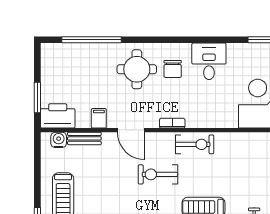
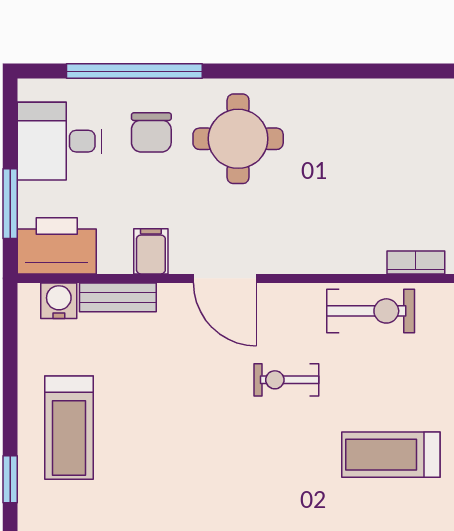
desk: (209, 61) -> (59, 141), moved, turned -90
chair: (173, 69) -> (151, 132), moved
bookcase: (172, 123) -> (416, 263), moved
exercise bike: (158, 174) -> (286, 380), width x0.73, depth x0.72

